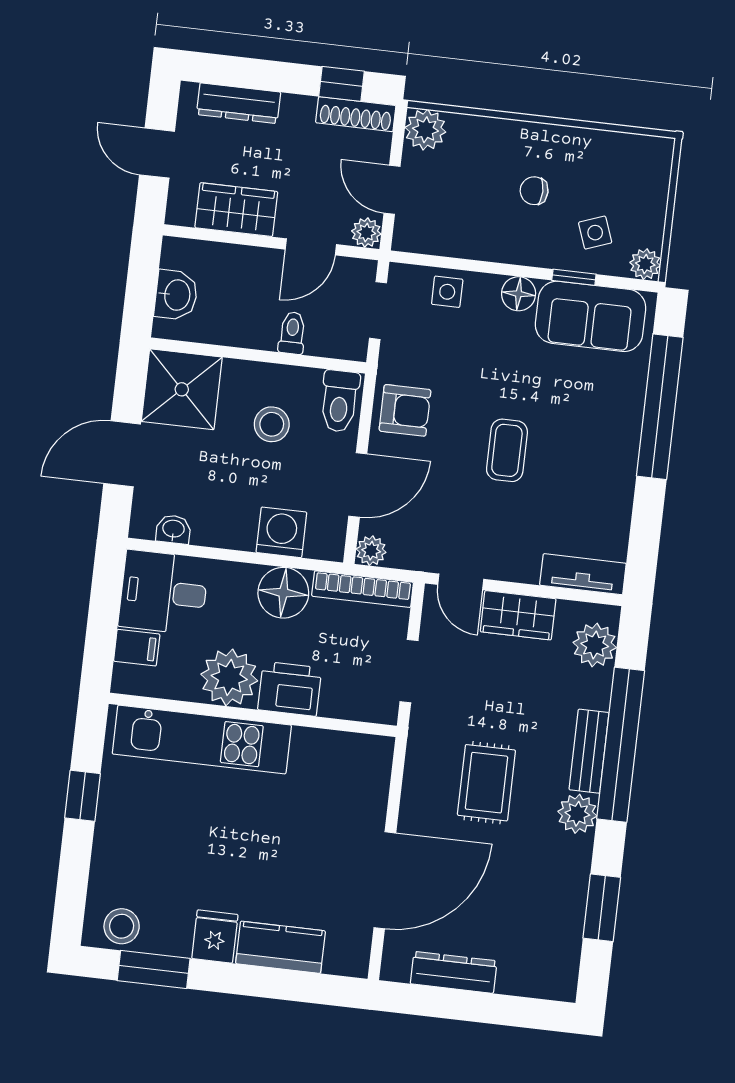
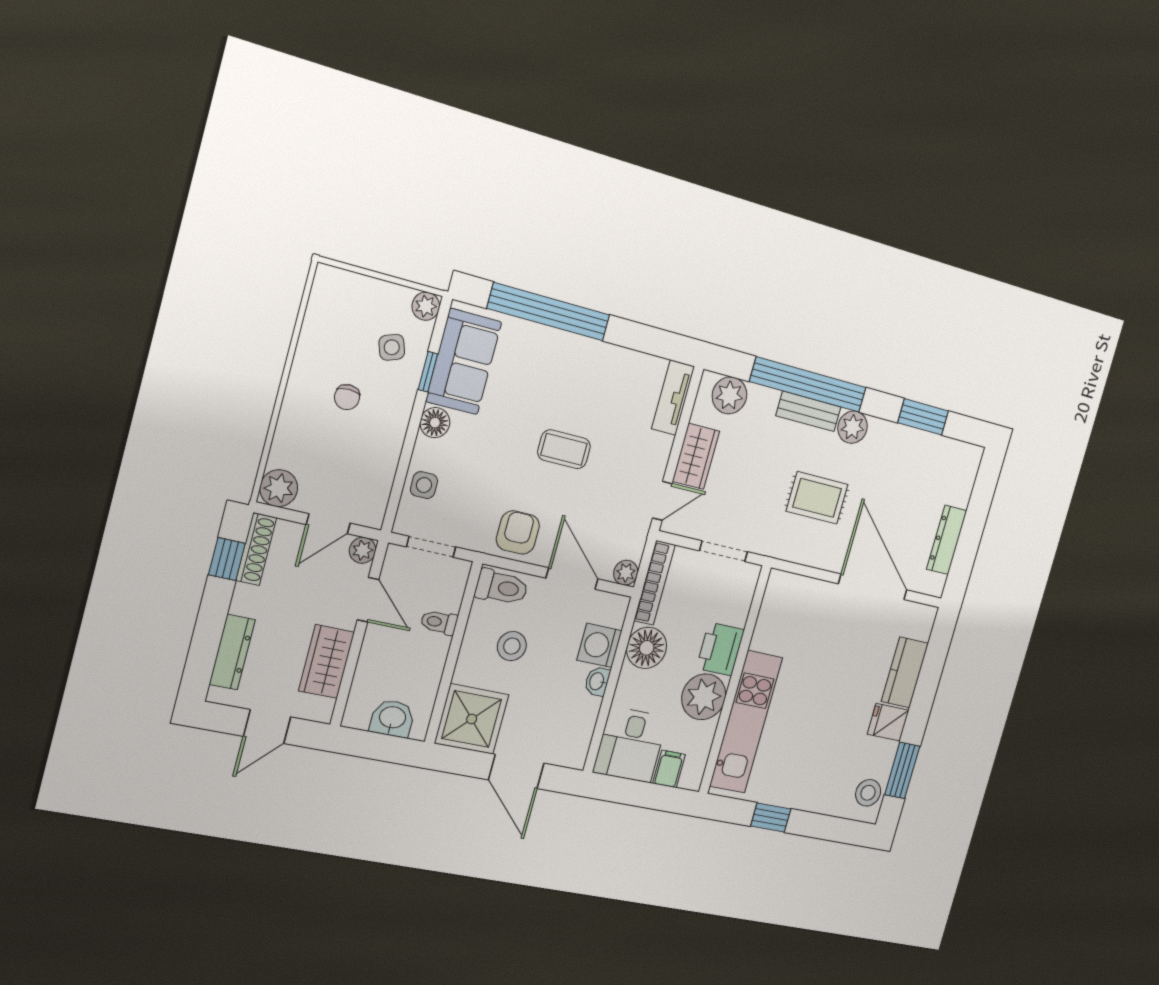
washbasin: (173, 529) -> (597, 681), moved

